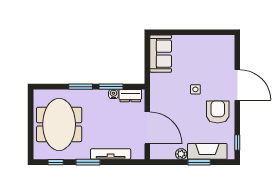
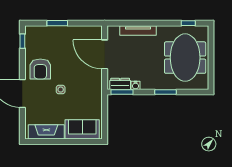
sofa: (161, 54) -> (82, 129), moved, turned 90
window: (111, 87) -> (122, 92), moved
fireplace: (207, 151) -> (46, 132), moved, turned 180
plant: (181, 154) -> (74, 31), removed
window: (88, 162) -> (159, 23), removed

